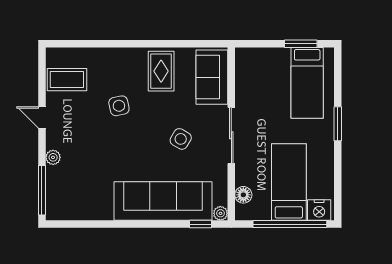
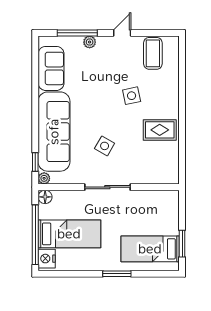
sofa: (212, 77) -> (51, 68), moved, turned 90
window: (42, 190) -> (77, 33), moved
floor lamp: (243, 195) -> (45, 197), moved

